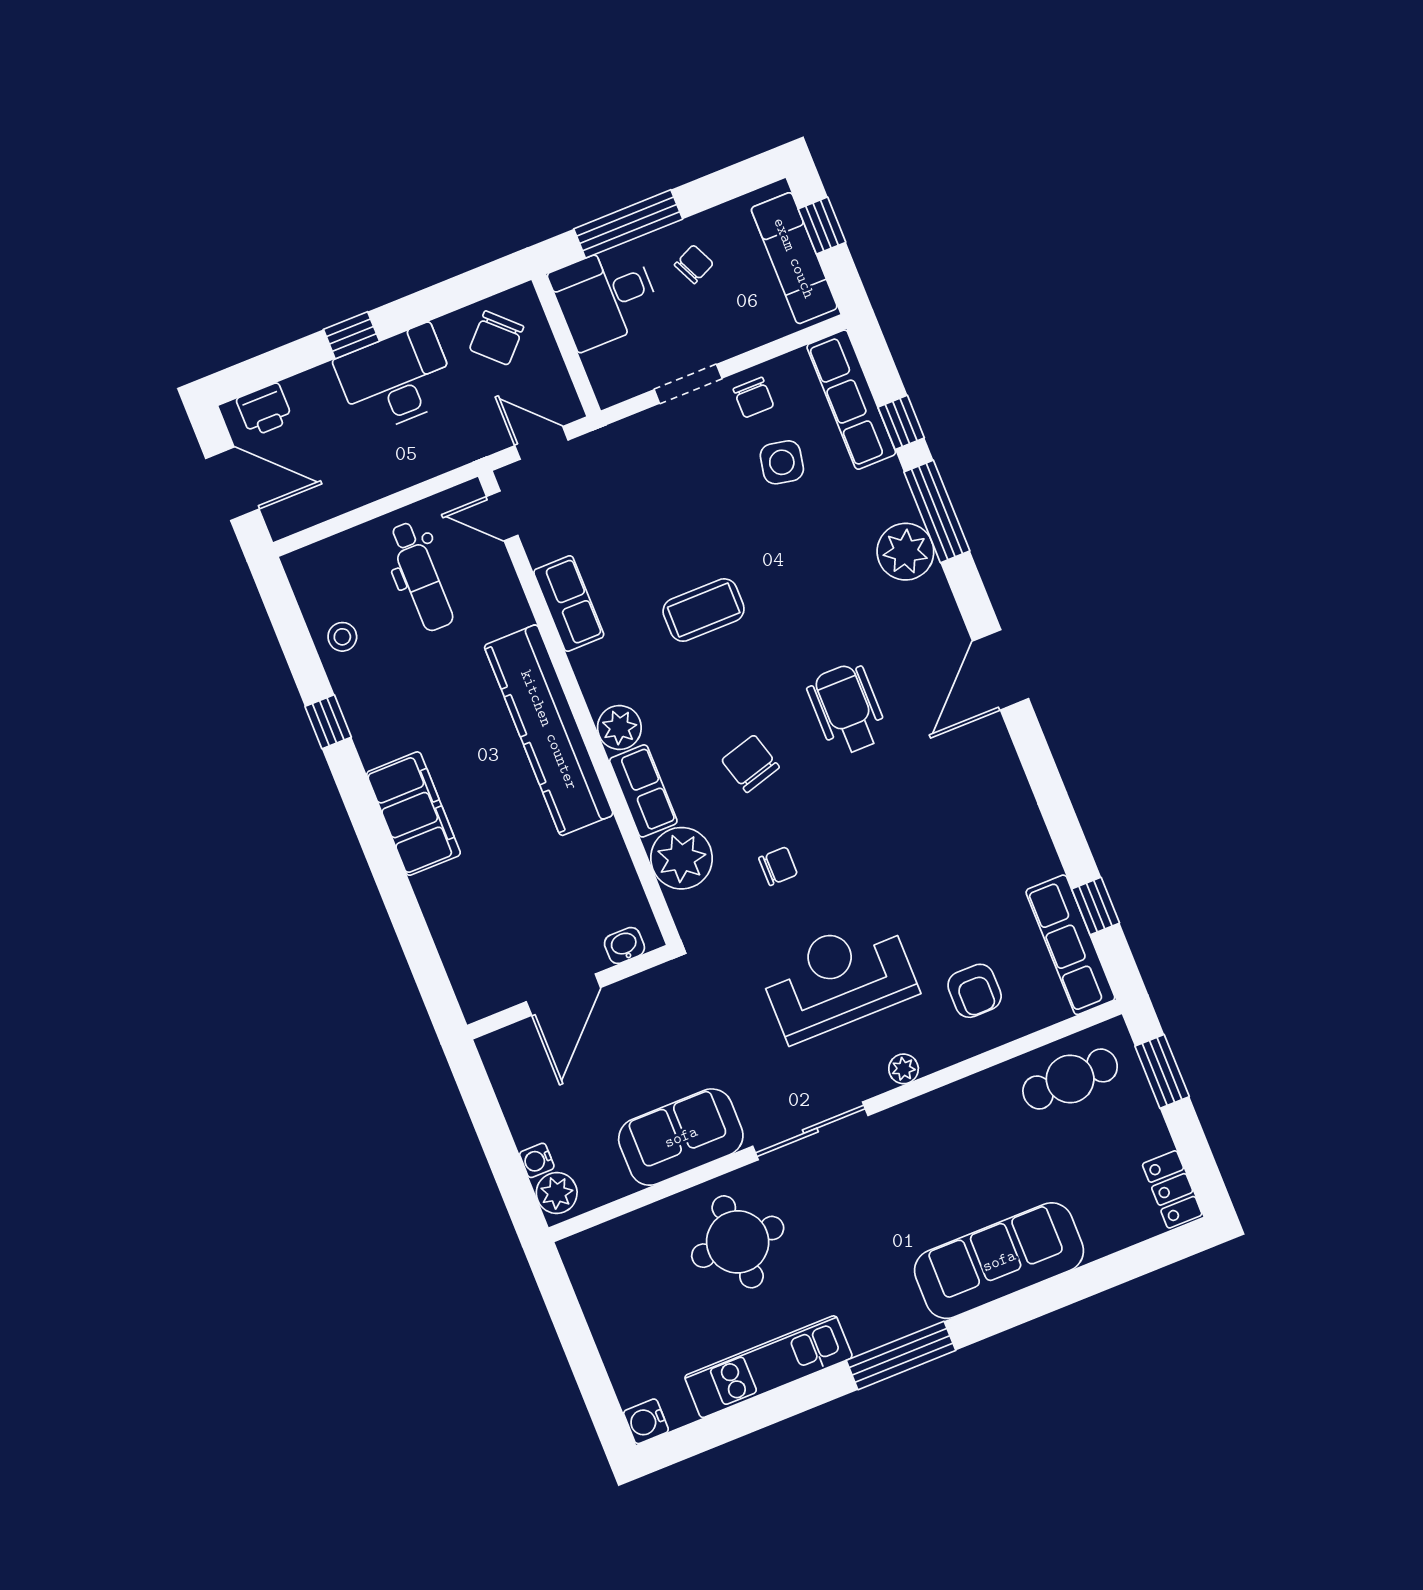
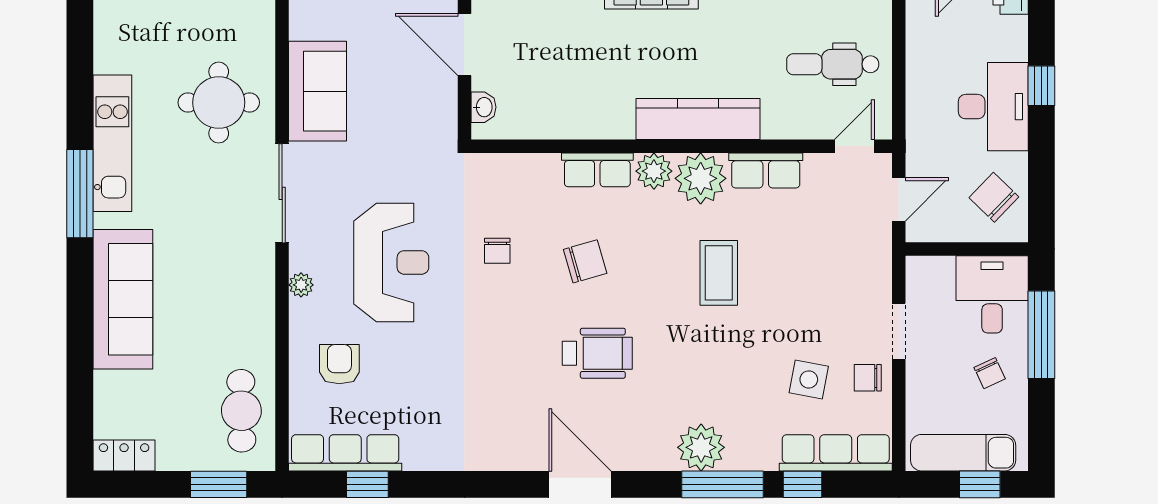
kitchen counter: (549, 730) -> (698, 119), width x0.72, depth x0.86
plant: (681, 858) -> (701, 178), moved
armchair: (975, 991) -> (339, 364), turned 90
kitchen unit: (768, 1367) -> (112, 143), moved

